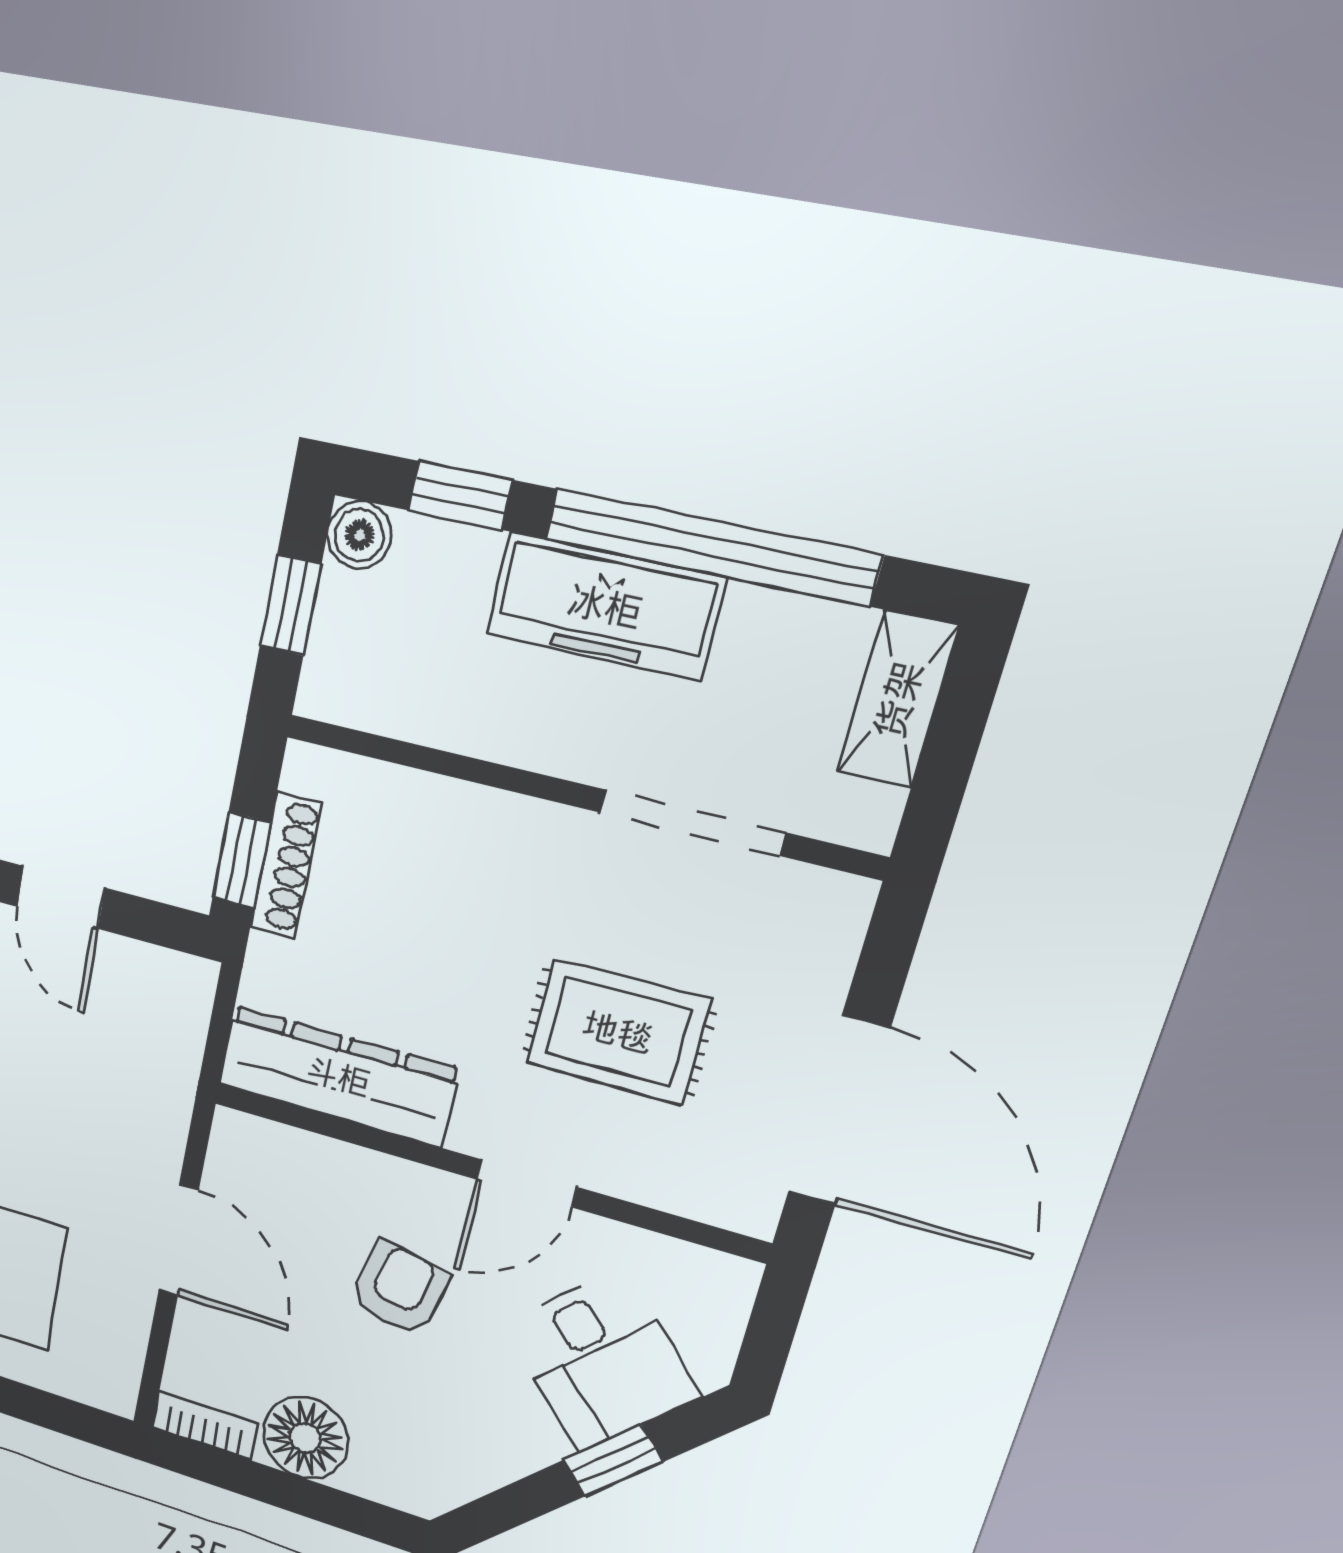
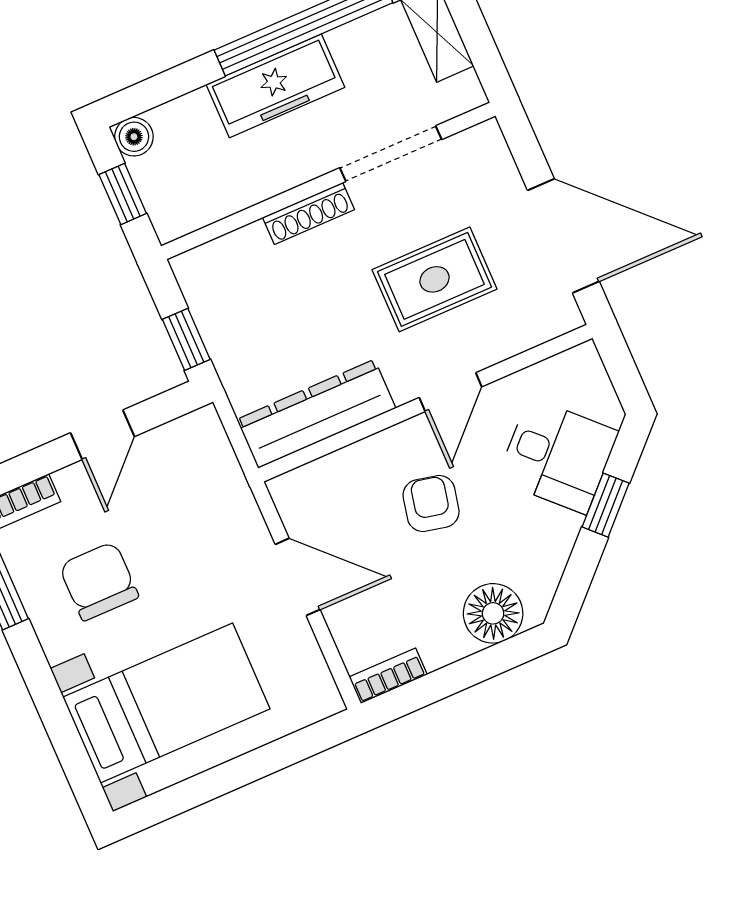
window: (460, 495) -> (170, 85), removed
shoe rack: (286, 866) -> (309, 213), moved, turned 90
door: (61, 897) -> (103, 435), hinge flipped
floor lamp: (305, 1438) -> (493, 613), moved

